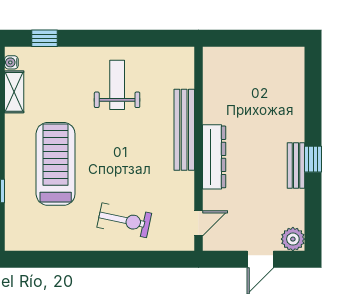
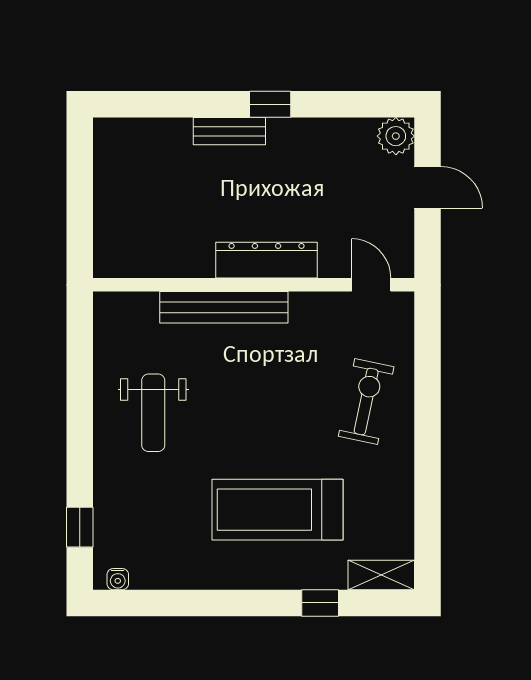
weight bench: (117, 85) -> (153, 413), turned -90
shelving: (14, 92) -> (381, 575), moved
bench: (296, 165) -> (229, 131), moved

